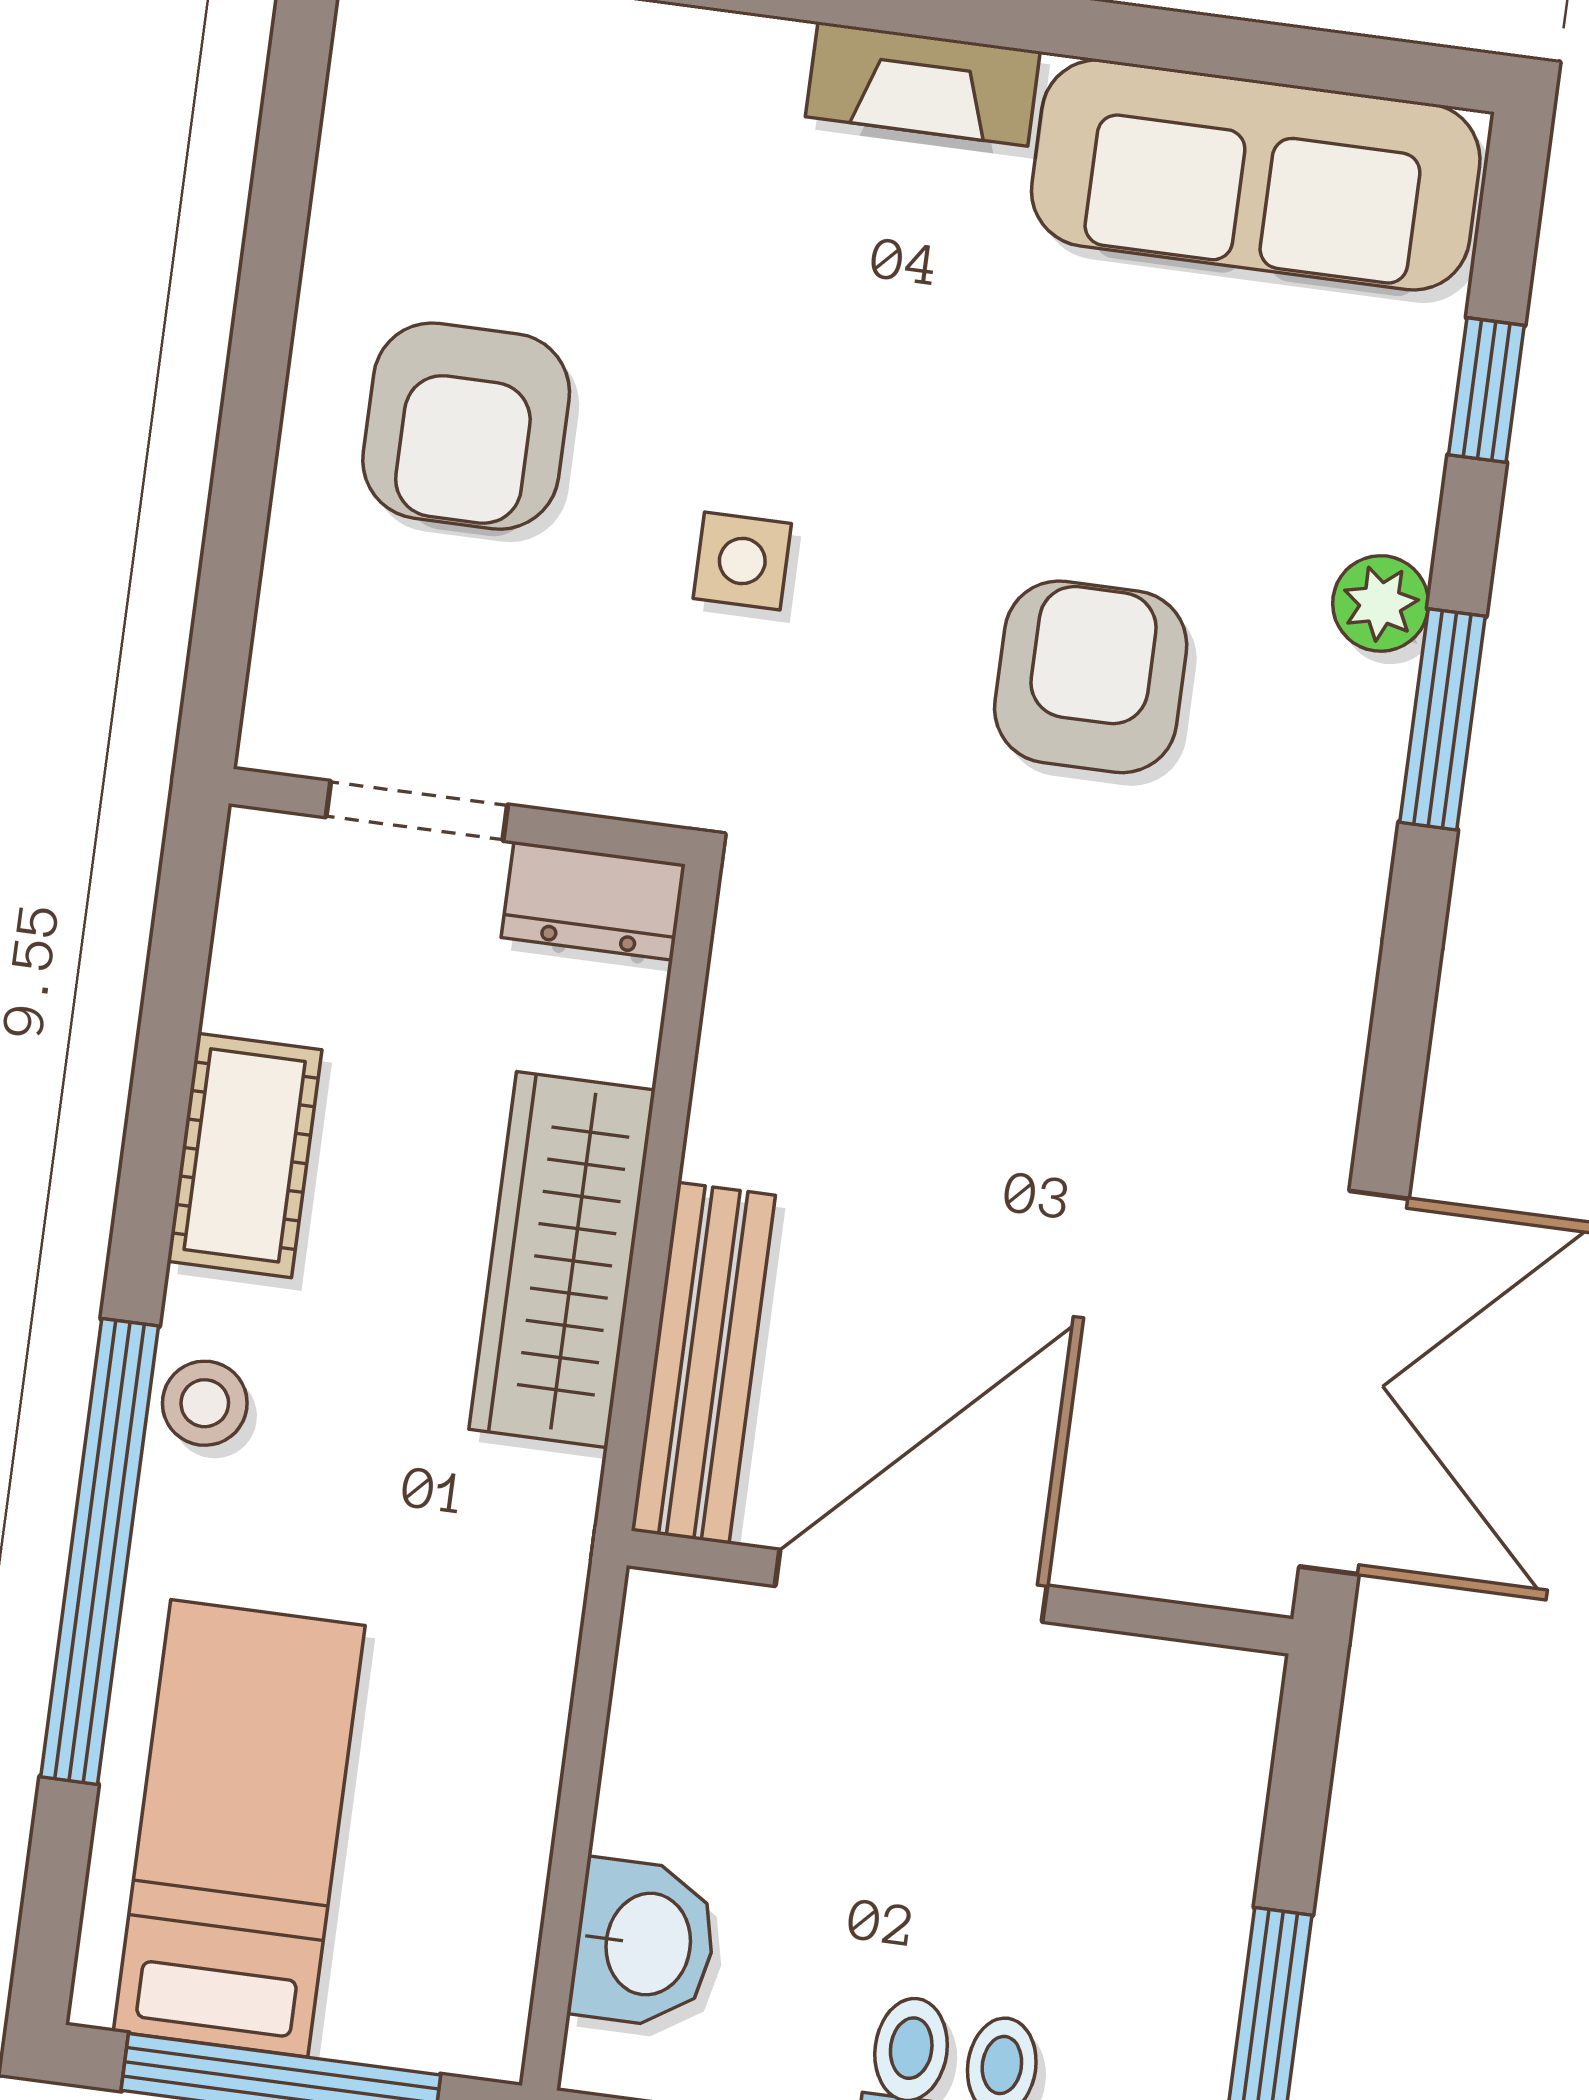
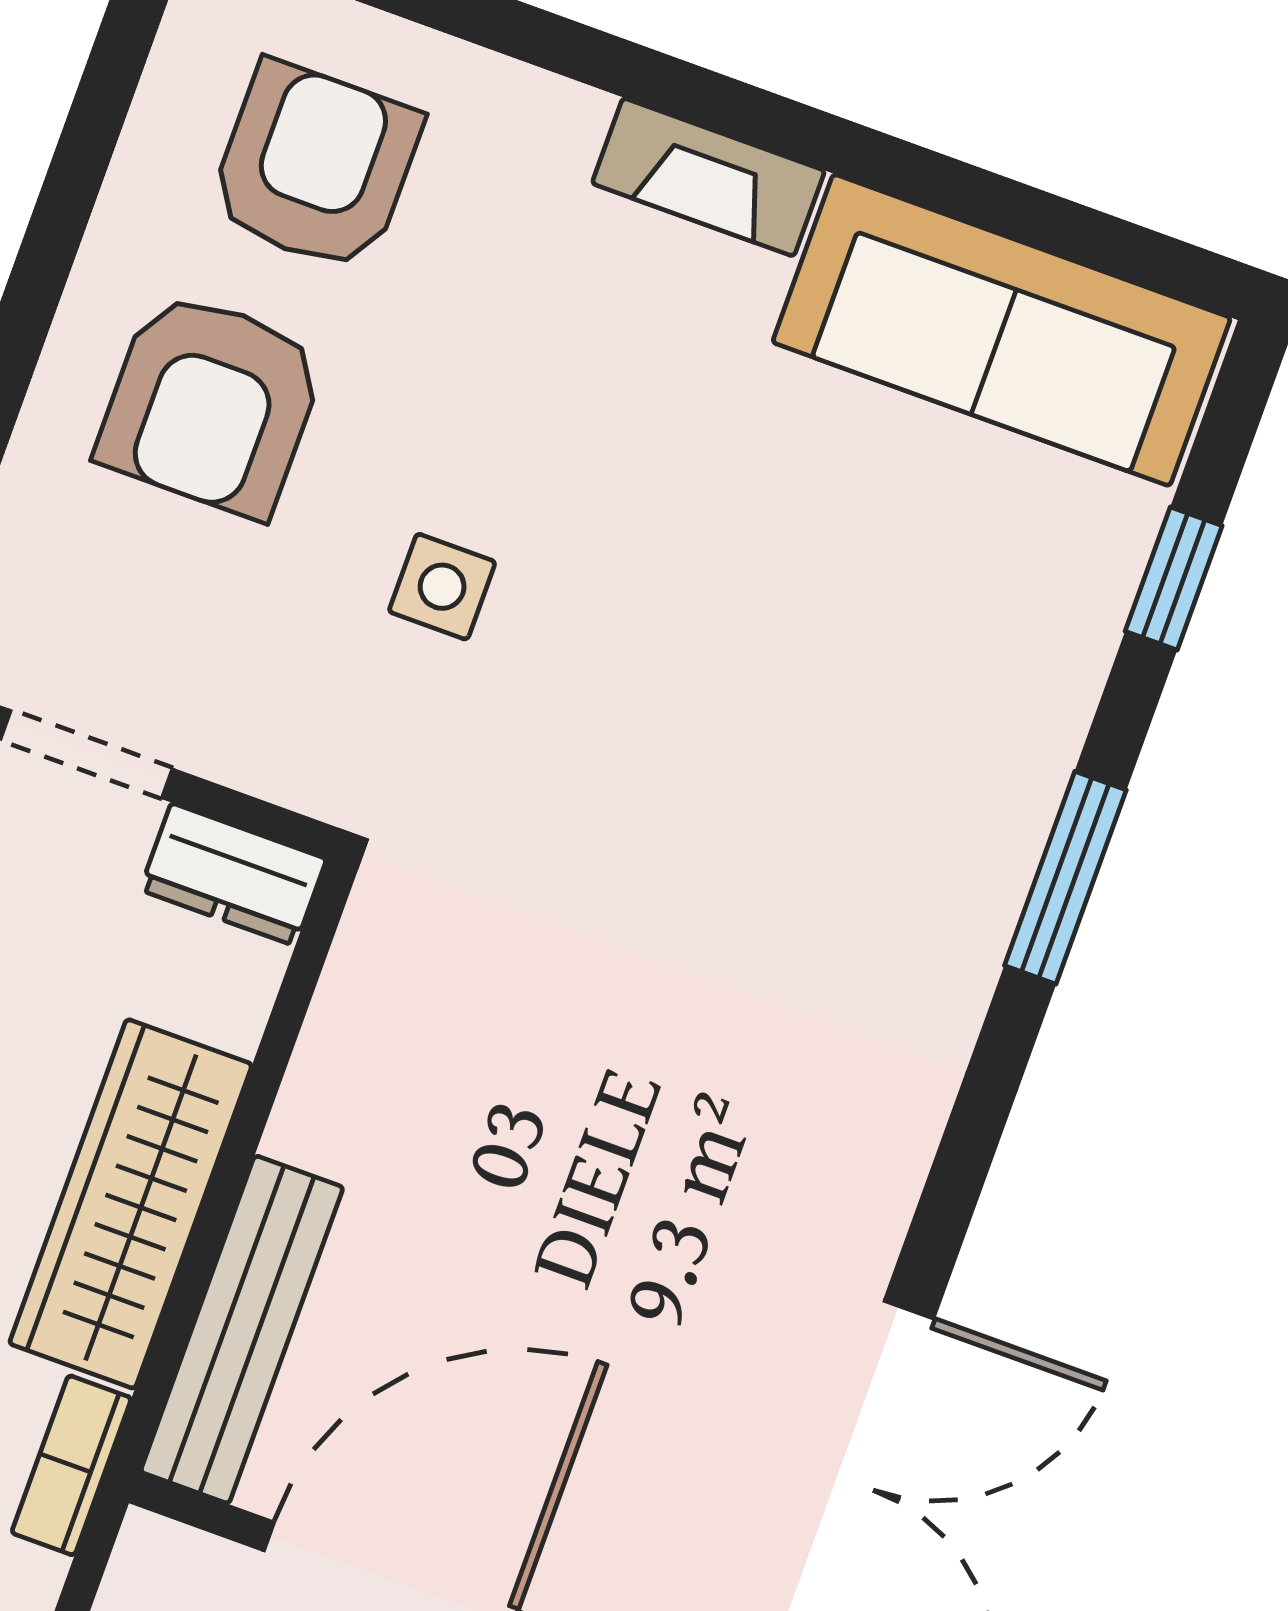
plant: (1381, 603) -> (1031, 757), removed
armchair: (1091, 677) -> (315, 166), moved
bookcase: (560, 1539) -> (71, 1465), added

